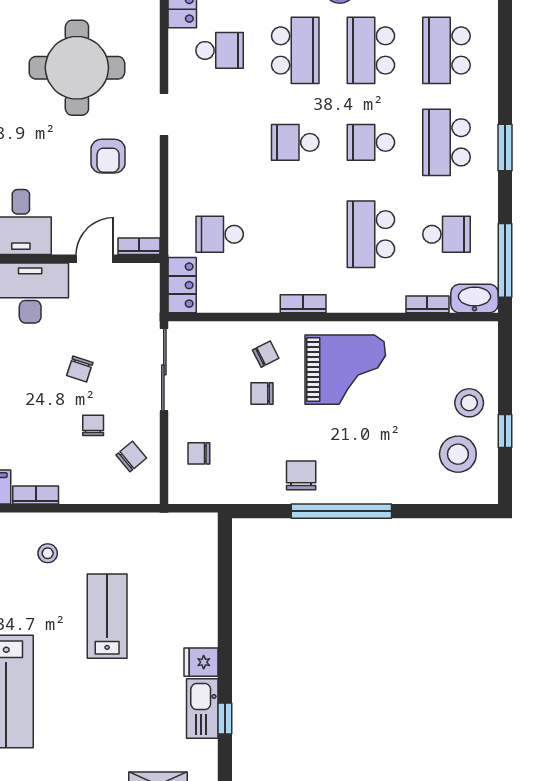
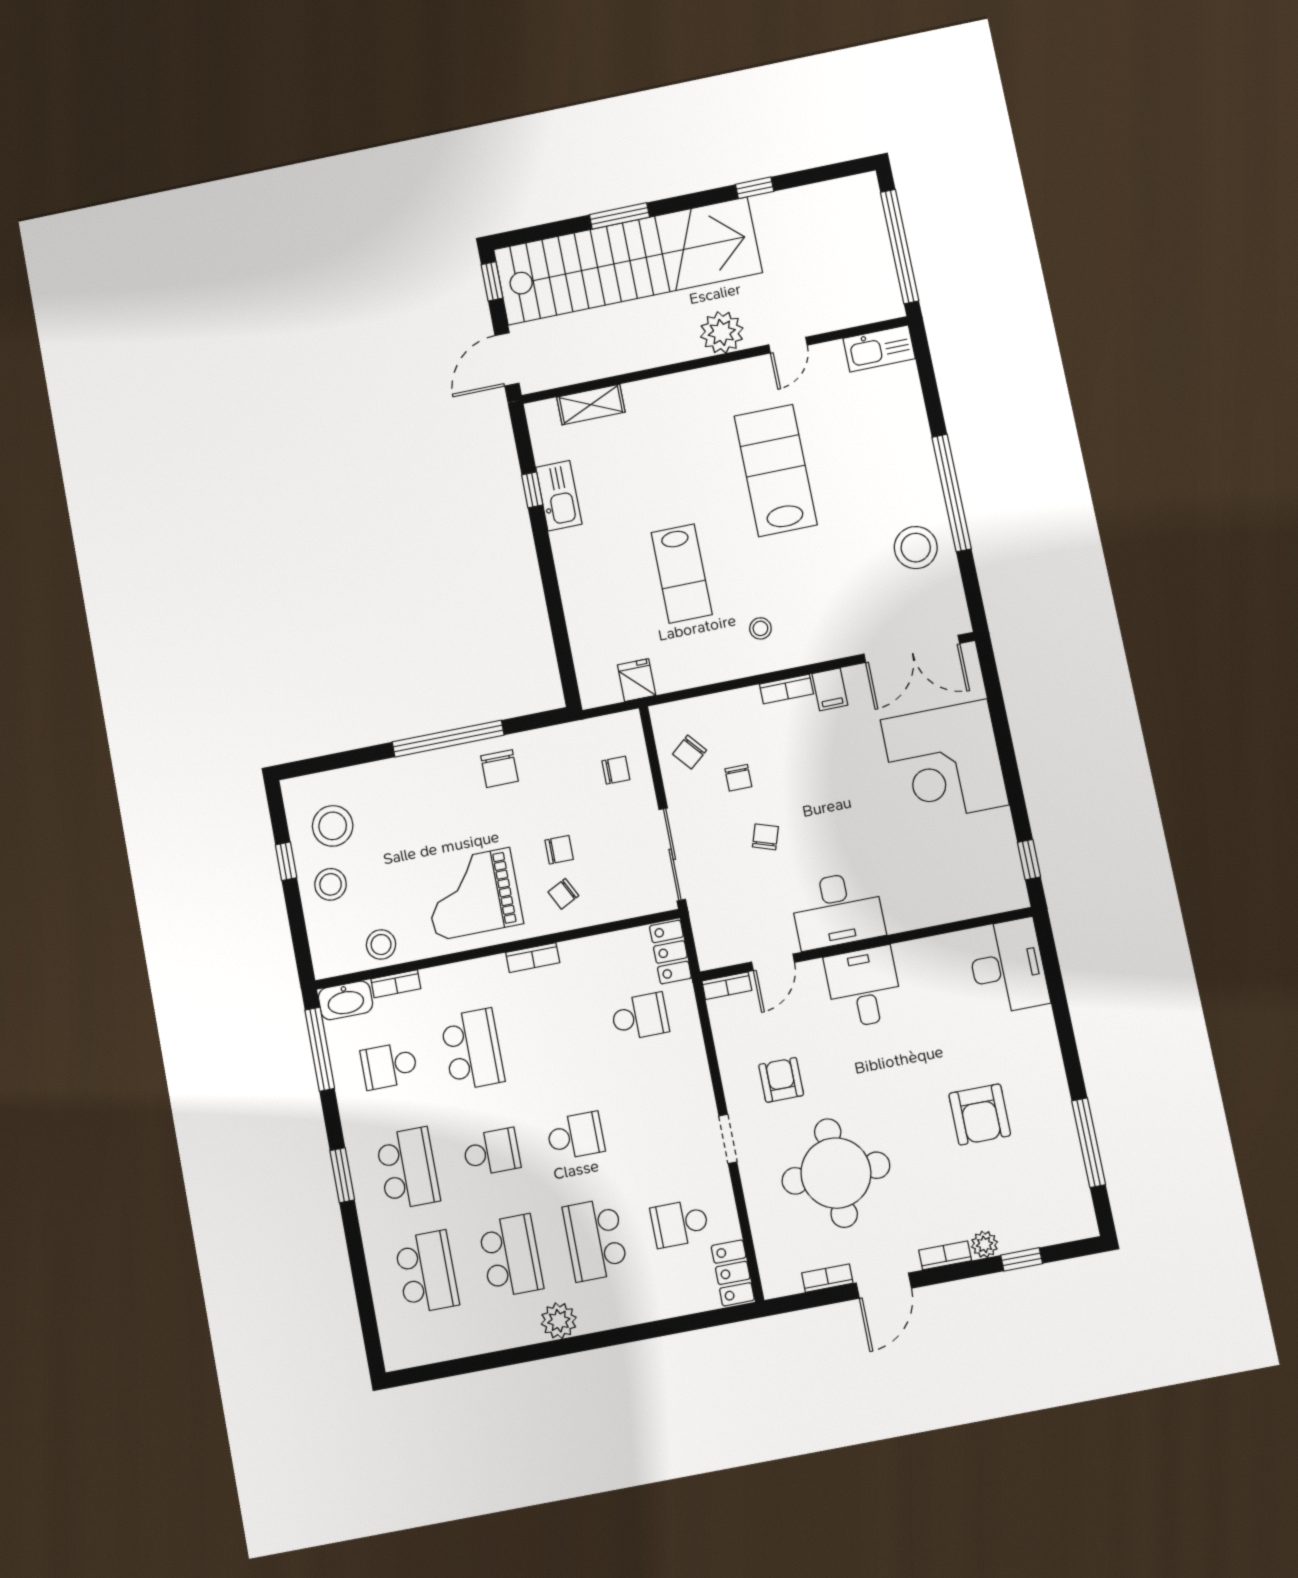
stool: (434, 341) -> (381, 945), added
fridge: (201, 662) -> (637, 680), moved, turned -90

